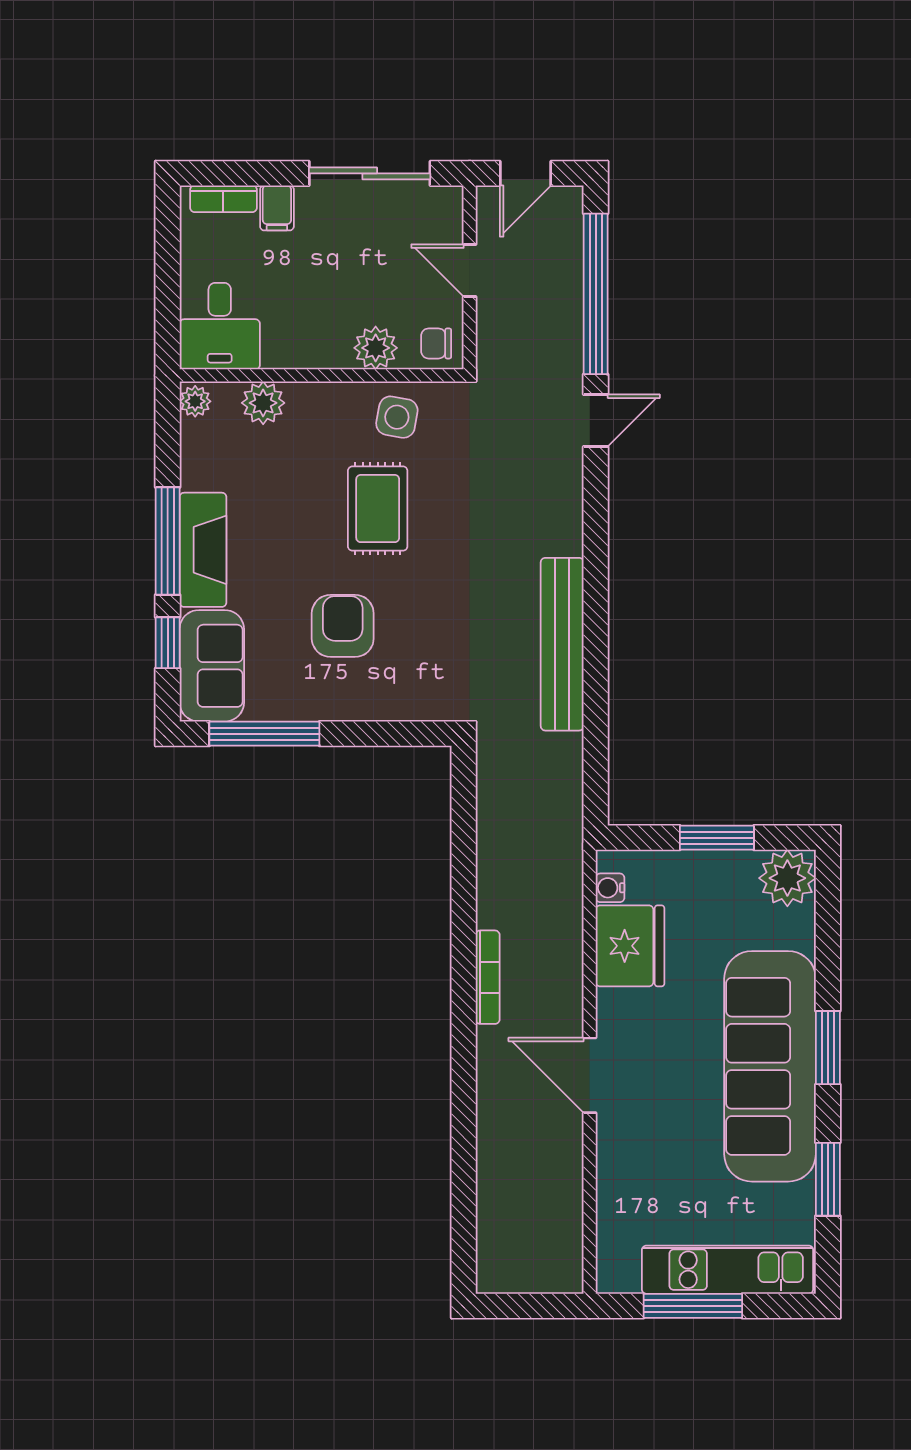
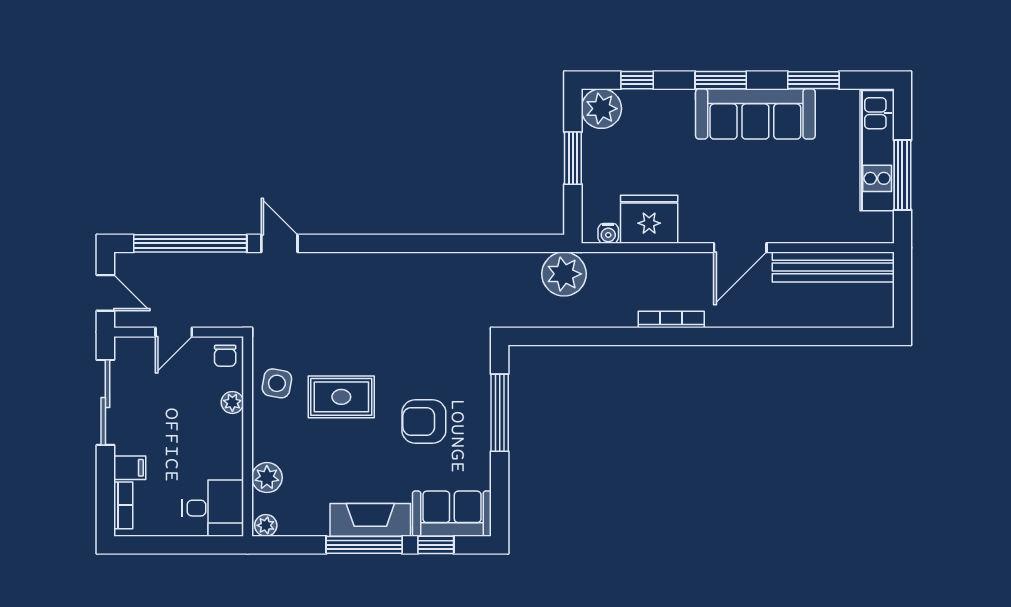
plant: (376, 348) -> (232, 402), width x0.73, depth x0.73
bench: (562, 644) -> (833, 267), moved
window: (264, 734) -> (500, 413), moved
plant: (552, 825) -> (564, 274), added
window: (828, 929) -> (637, 80), added
sofa: (770, 1066) -> (755, 114), width x0.74, depth x0.79

